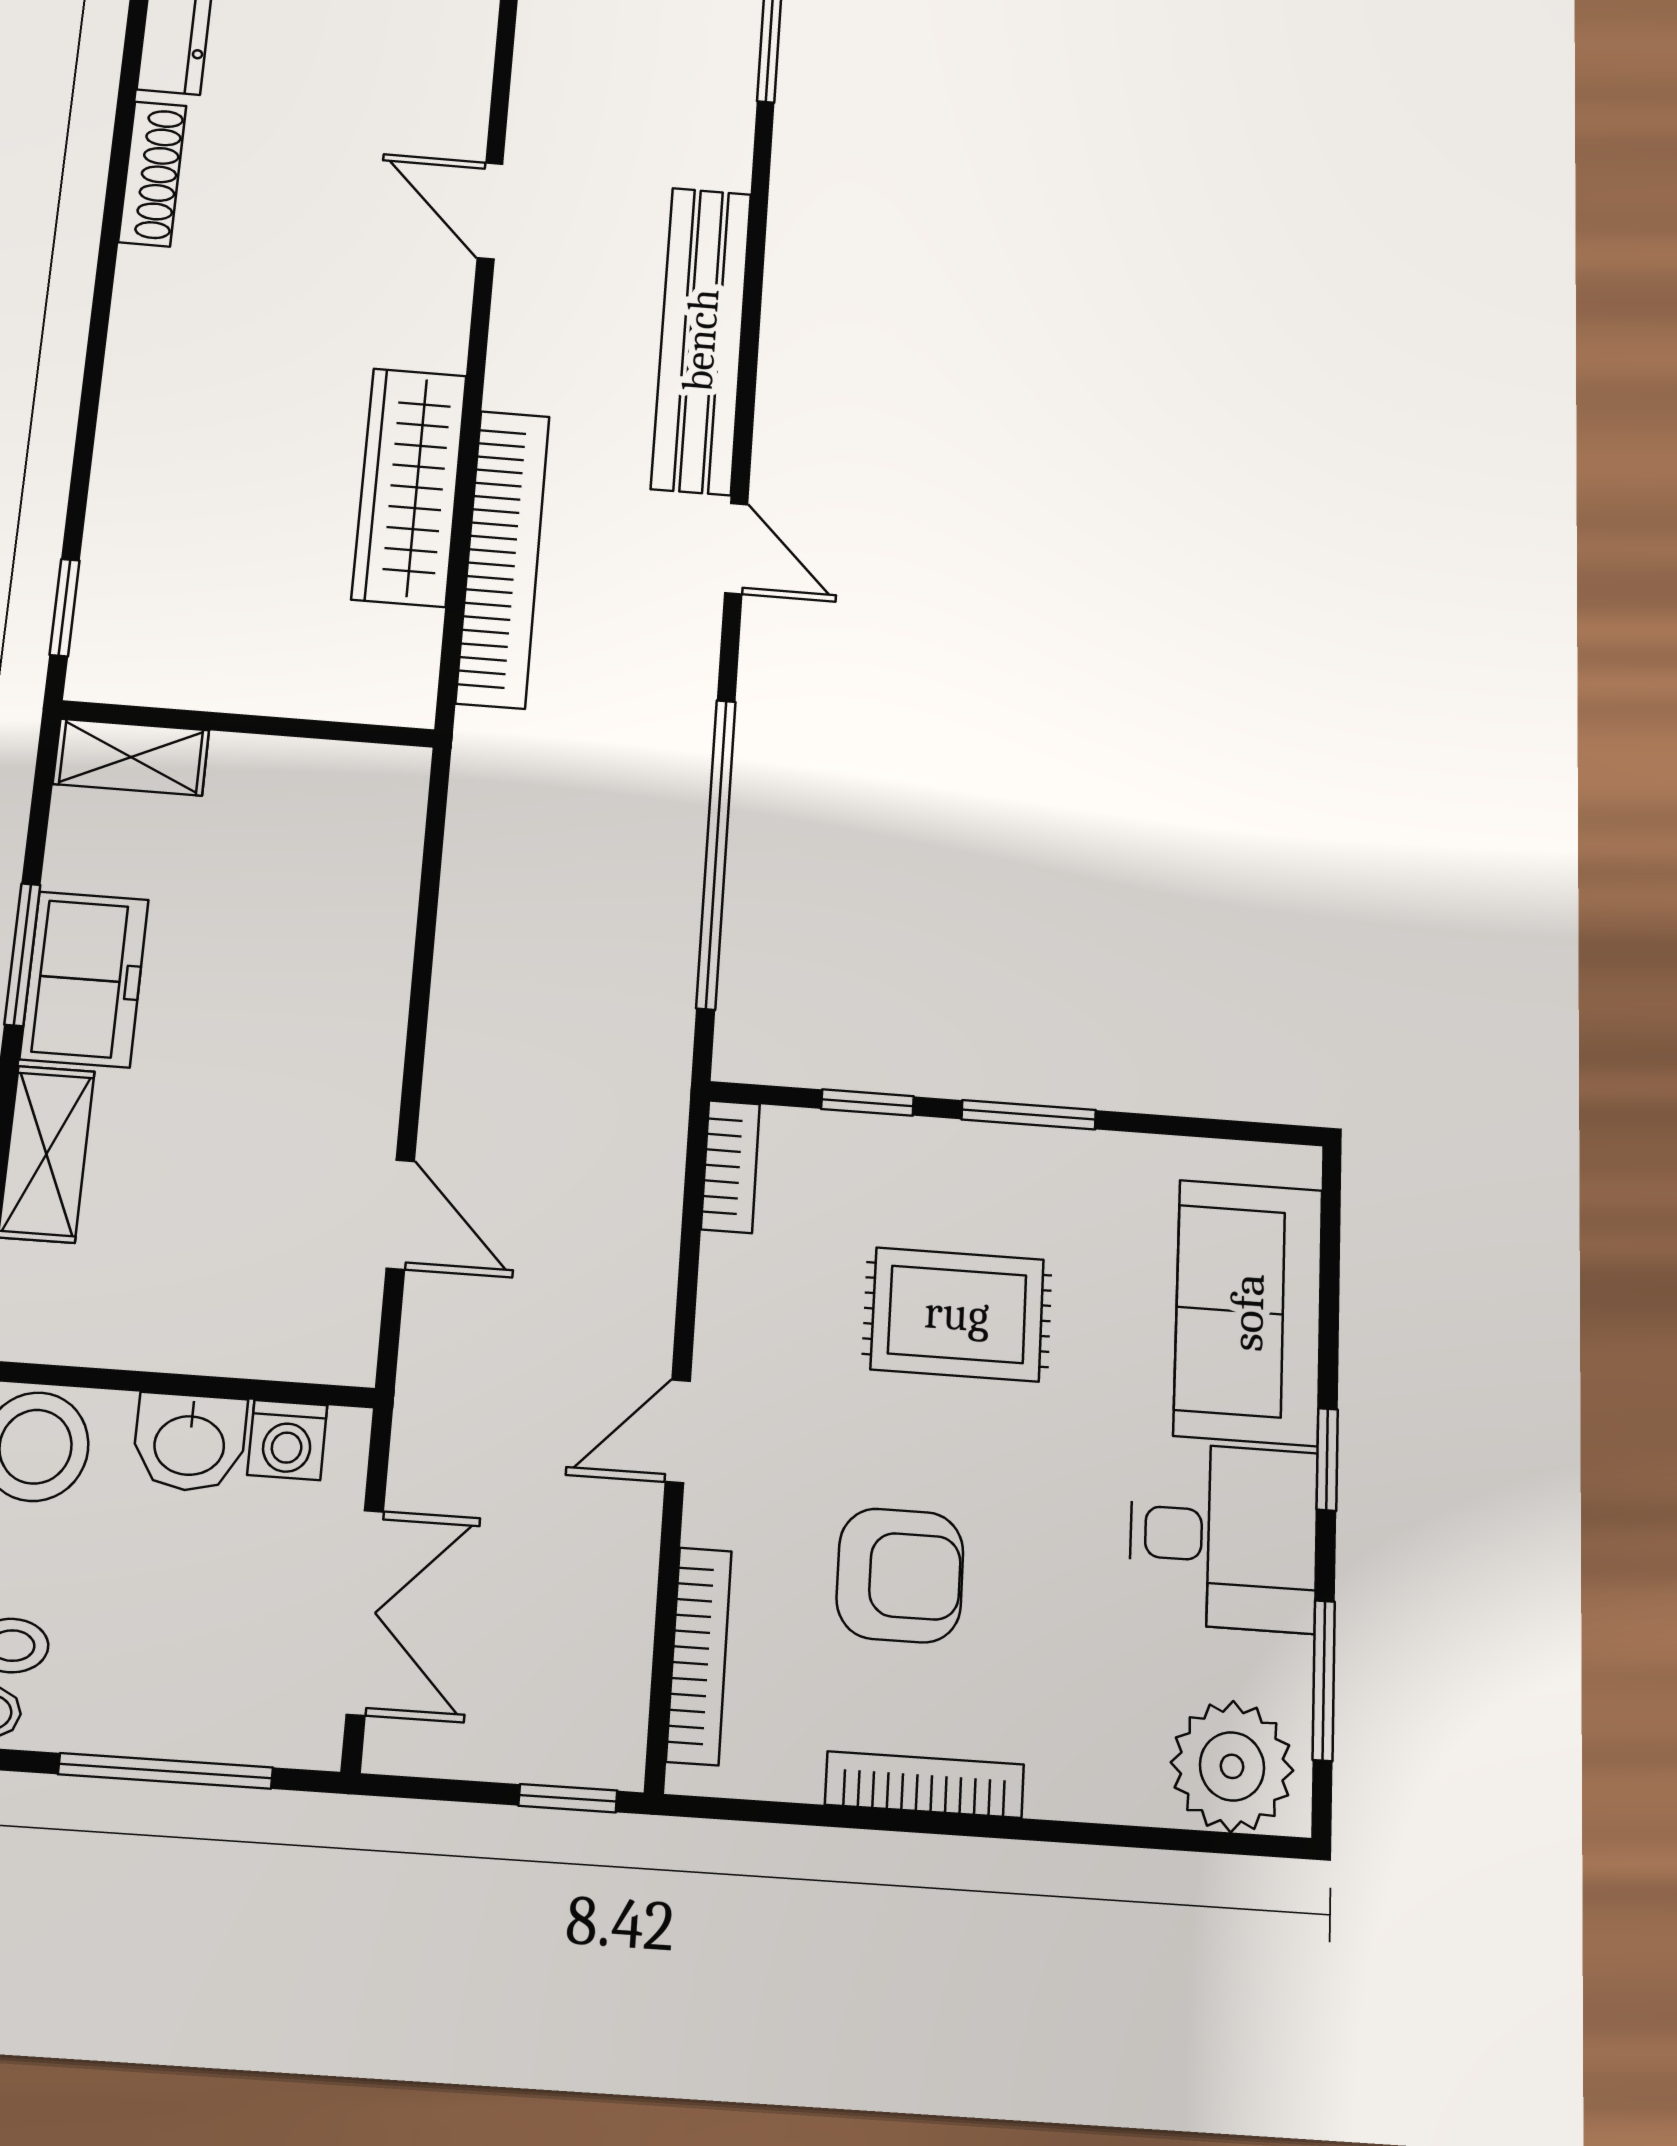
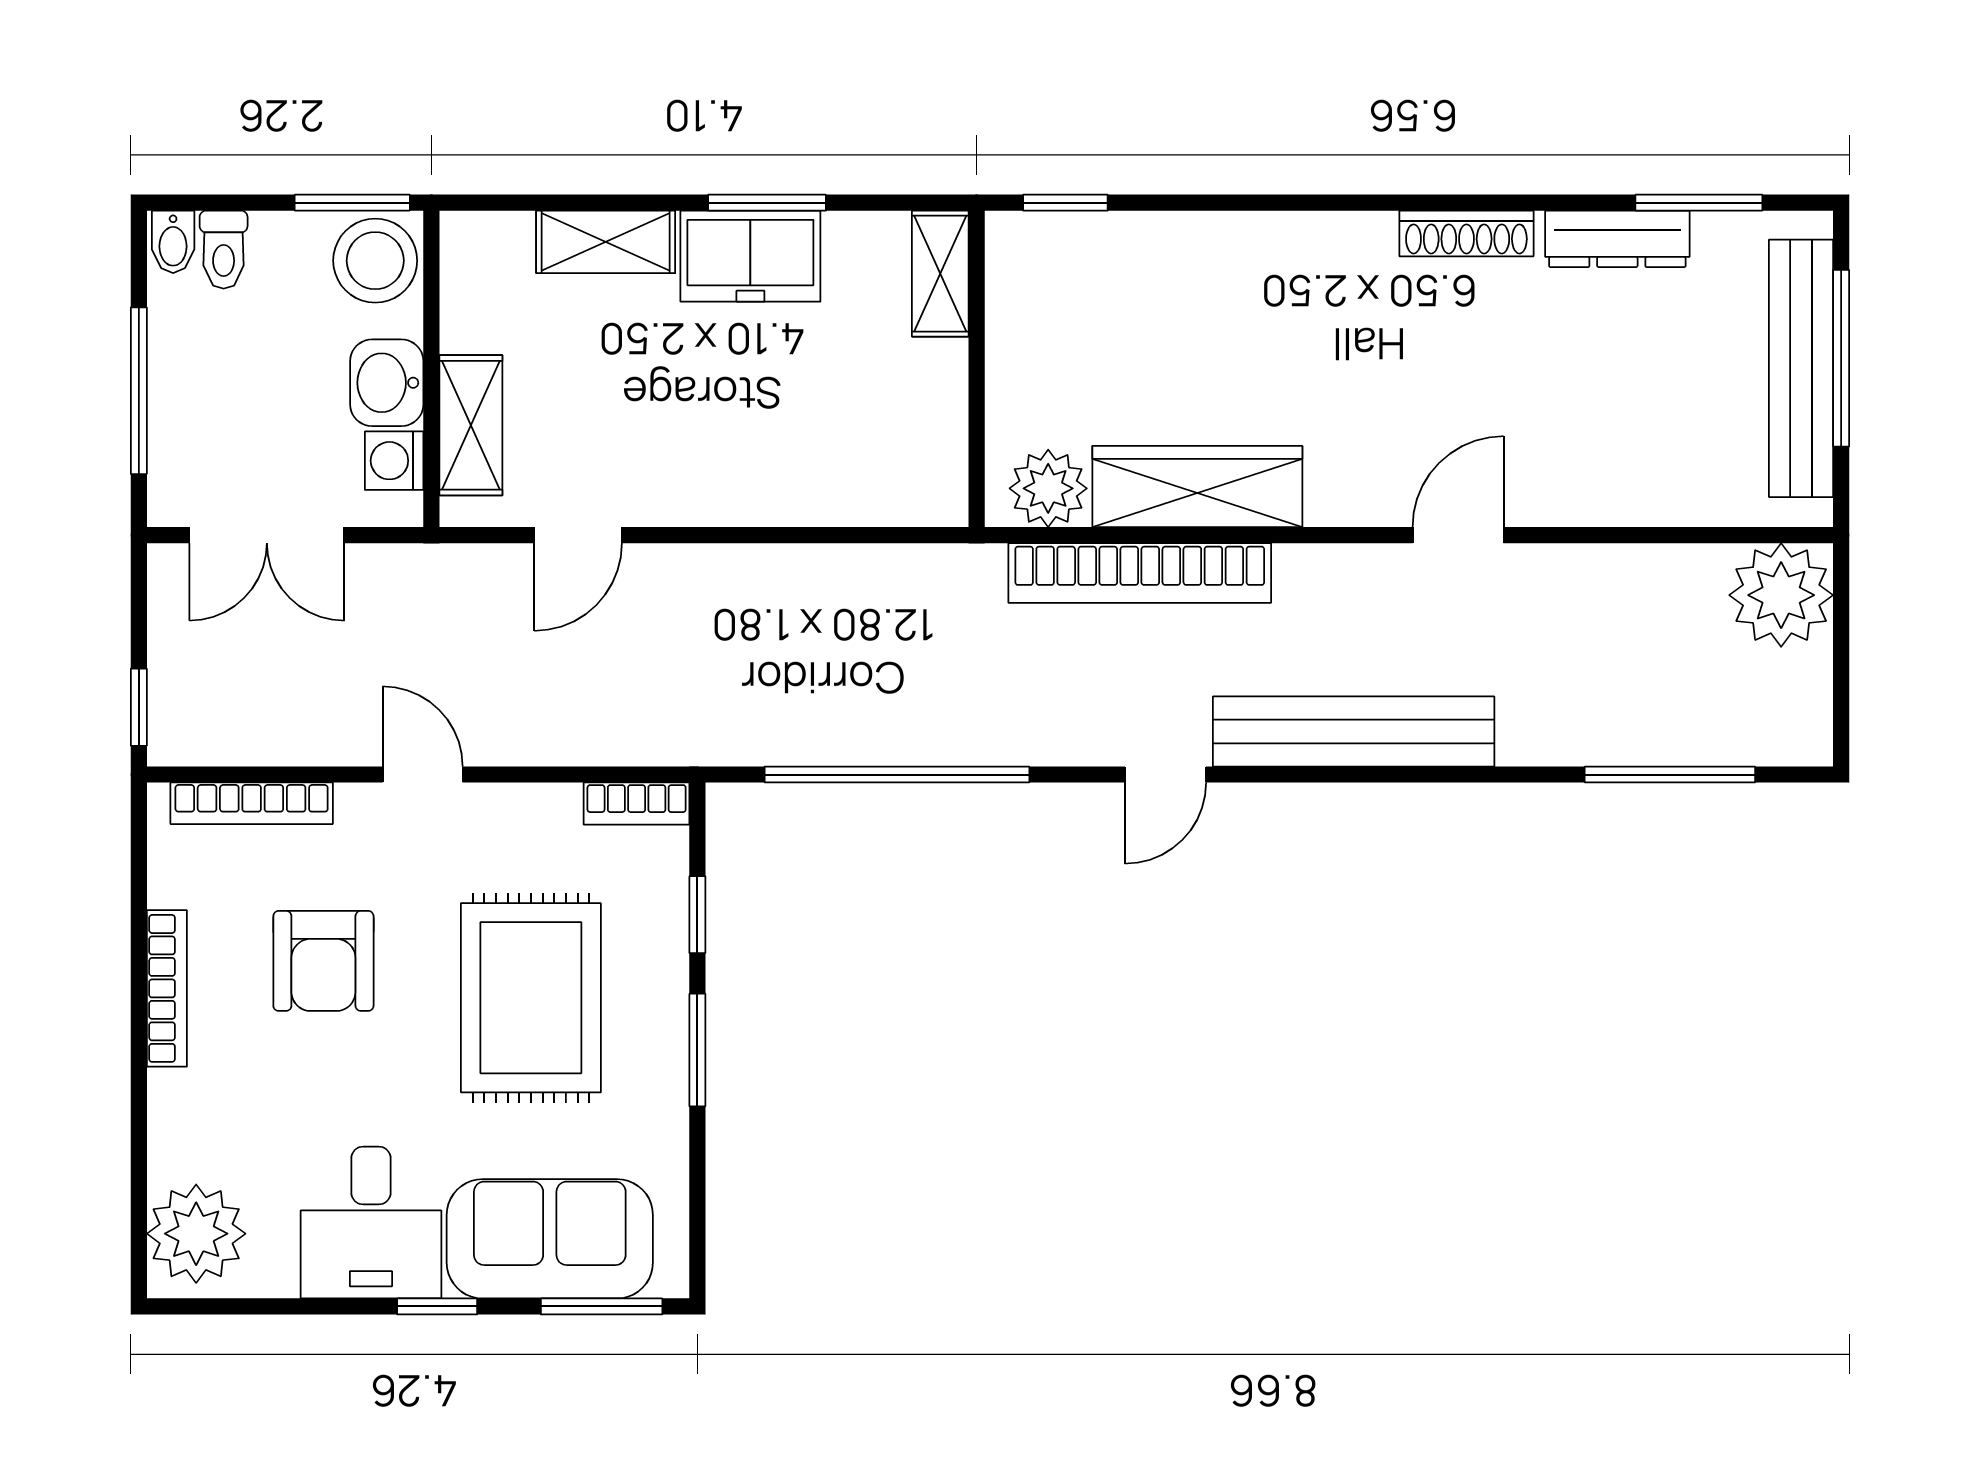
plant: (396, 653) -> (1048, 488), added
rug: (957, 1314) -> (531, 998), width x1.36, depth x1.43
shelving: (253, 1339) -> (471, 425), added
window: (1324, 1680) -> (602, 1306), moved

